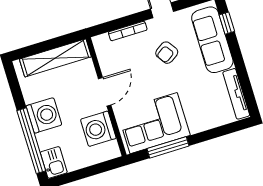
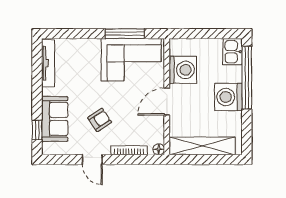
sofa: (212, 40) -> (55, 119), width x0.73
floor lamp: (98, 41) -> (159, 149), added

